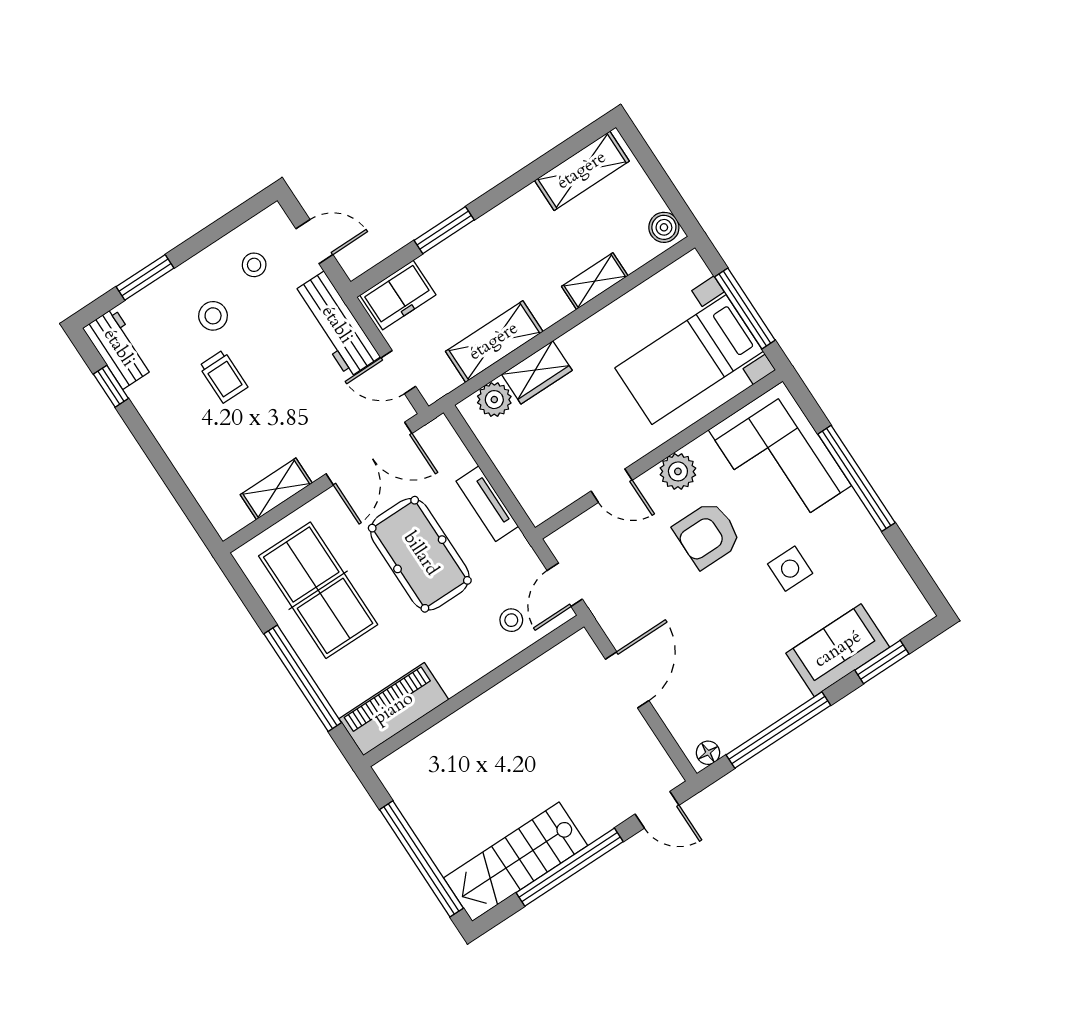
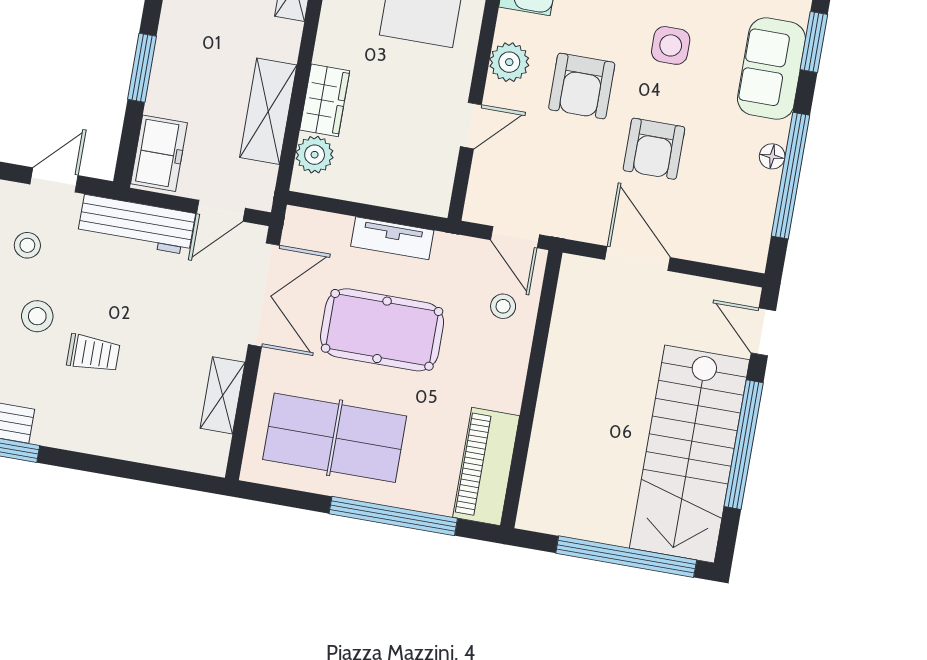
armchair: (711, 622) -> (654, 149), added
floor lamp: (708, 753) -> (772, 156), moved
door: (657, 810) -> (763, 332), swing flipped
stairs: (516, 862) -> (689, 454), width x1.36, depth x1.51

